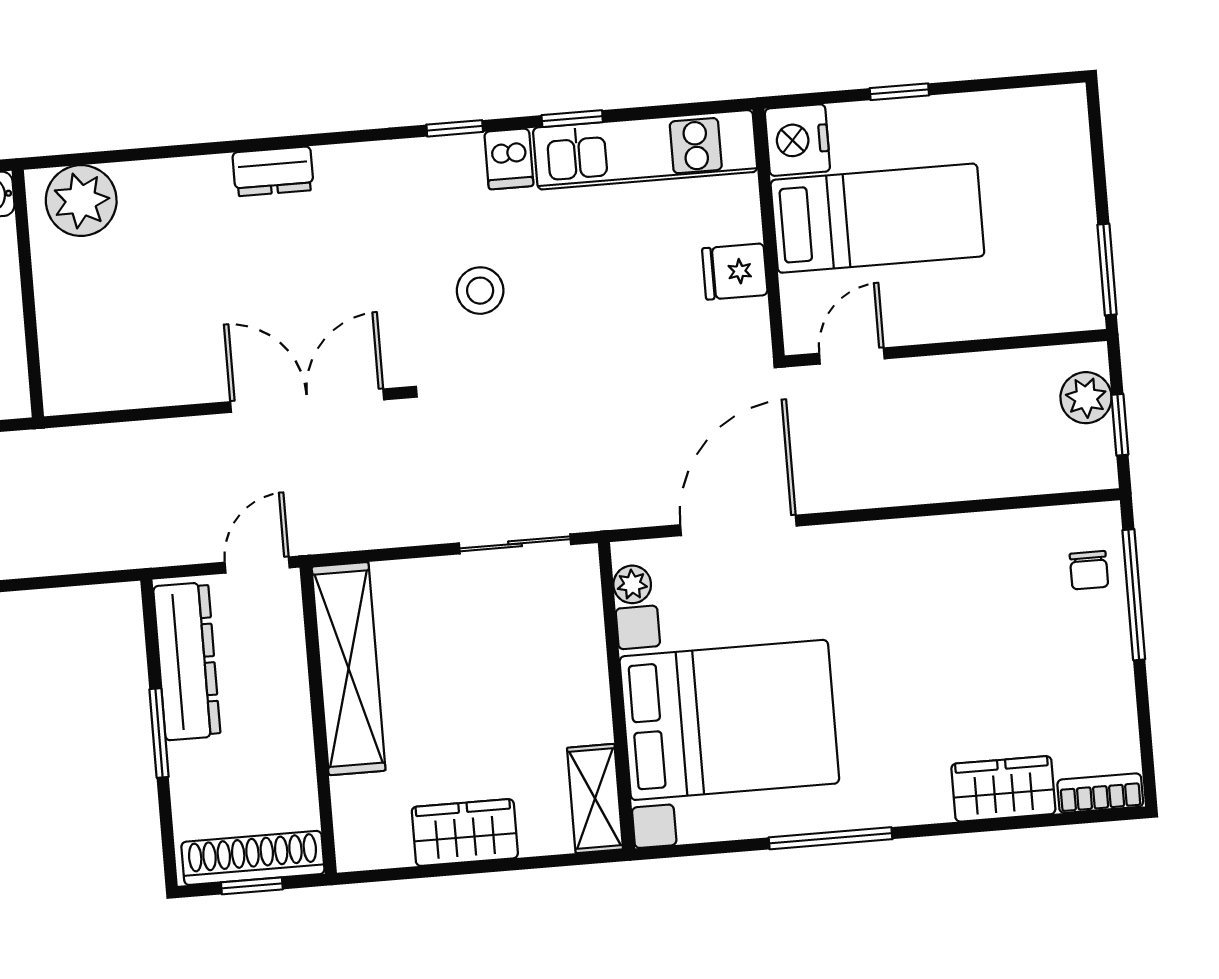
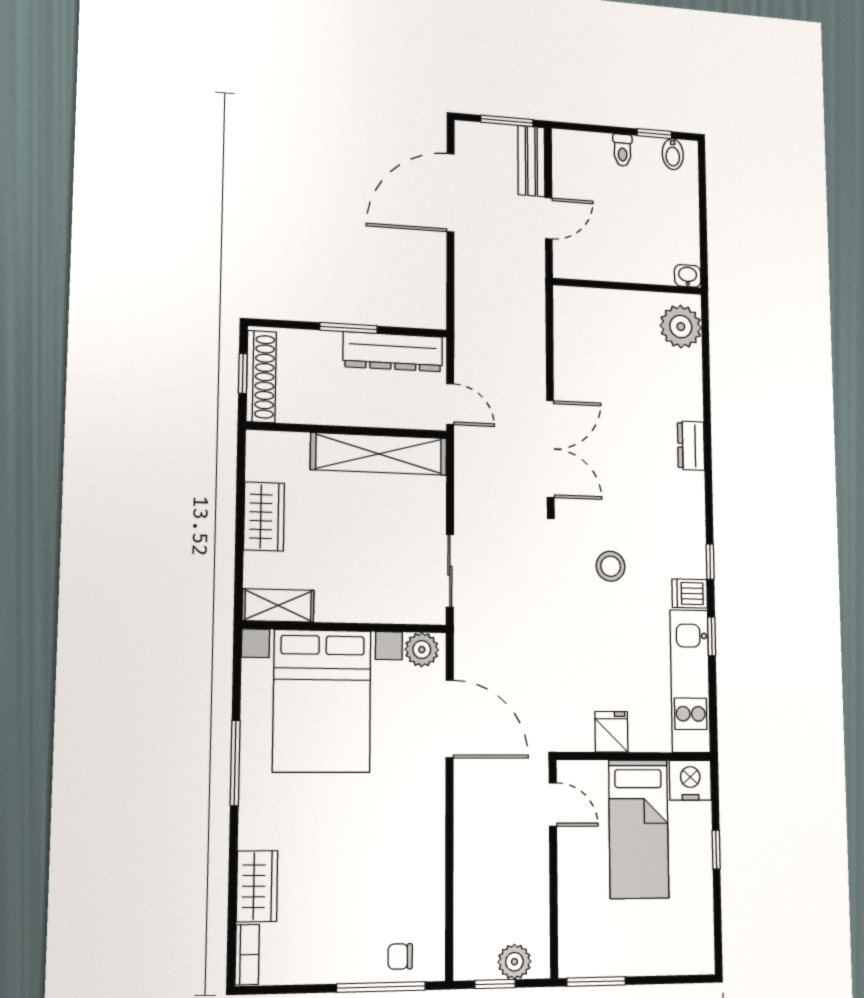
plant: (632, 584) -> (422, 650), width x1.38, depth x1.38

